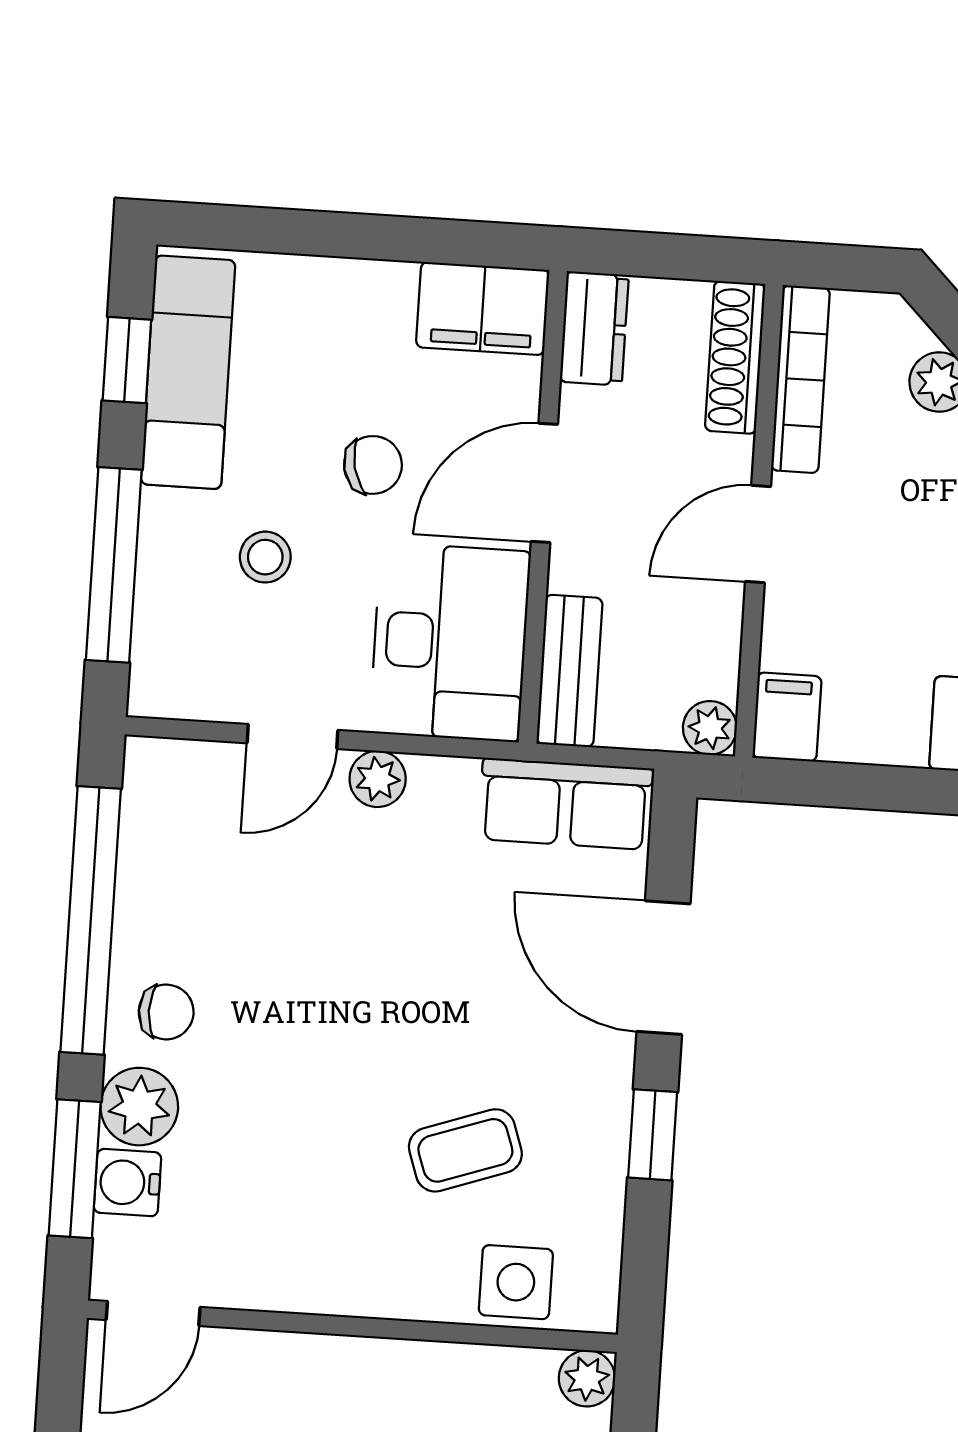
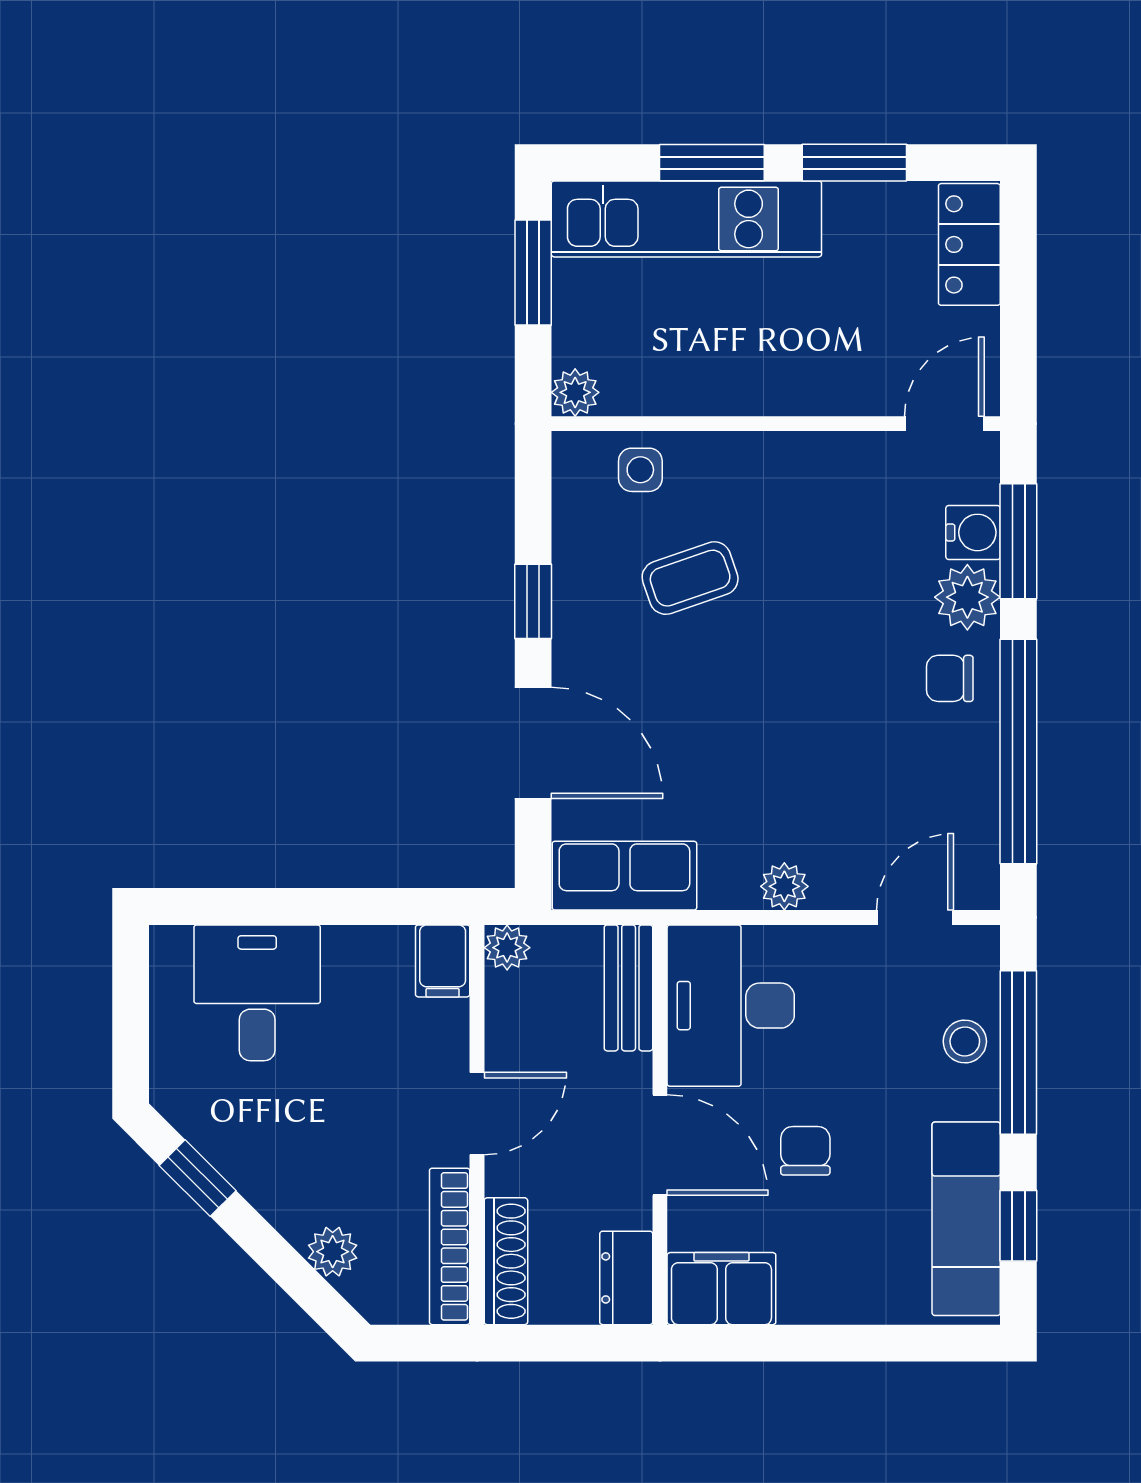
chair: (373, 465) -> (805, 1151), turned 103
door: (544, 483) -> (660, 1145), hinge flipped
stool: (265, 557) -> (965, 1041), moved
door: (292, 737) -> (915, 917), moved
side table: (516, 1282) -> (640, 470), width x0.73, depth x0.73

